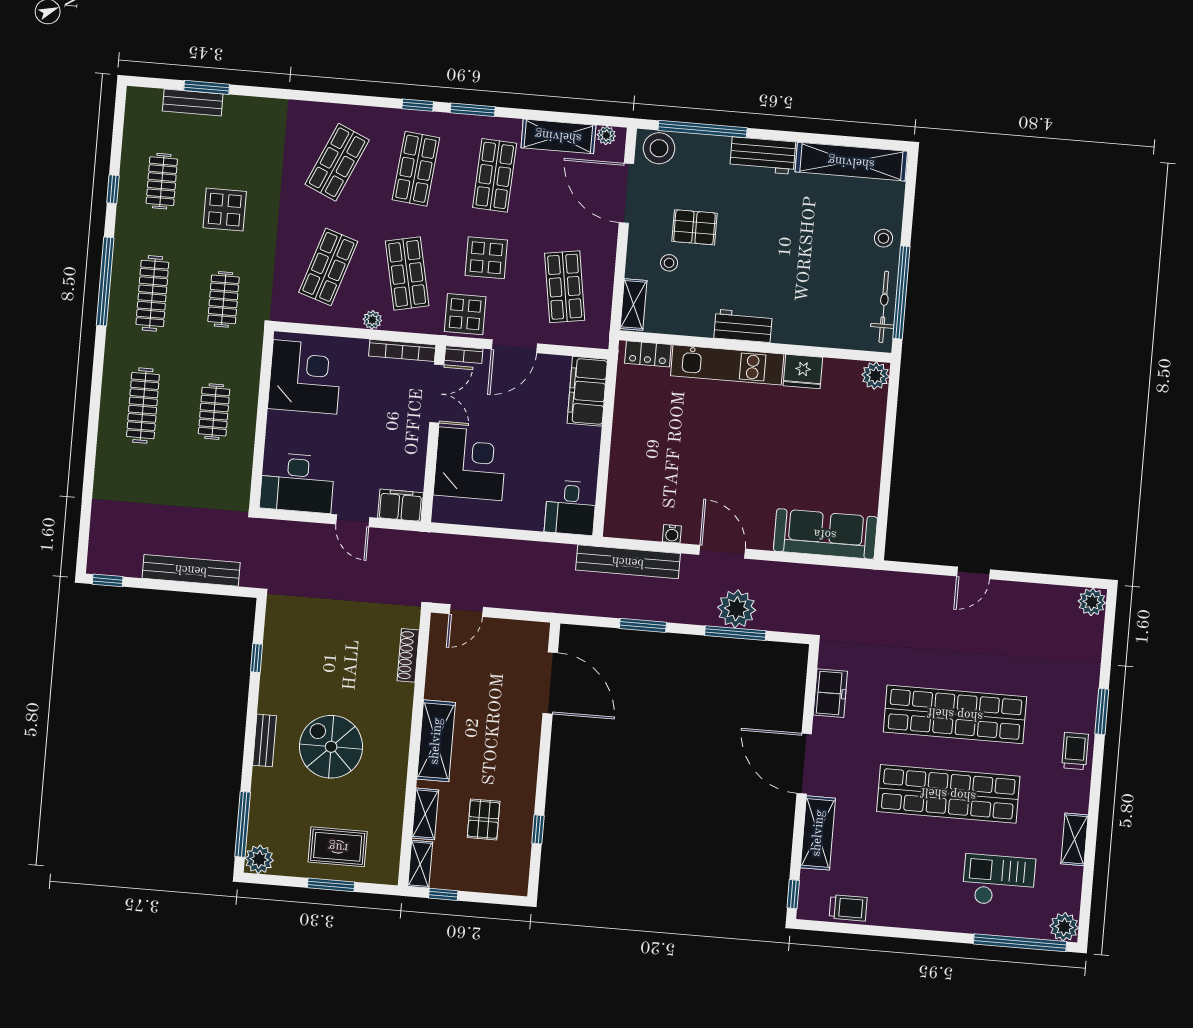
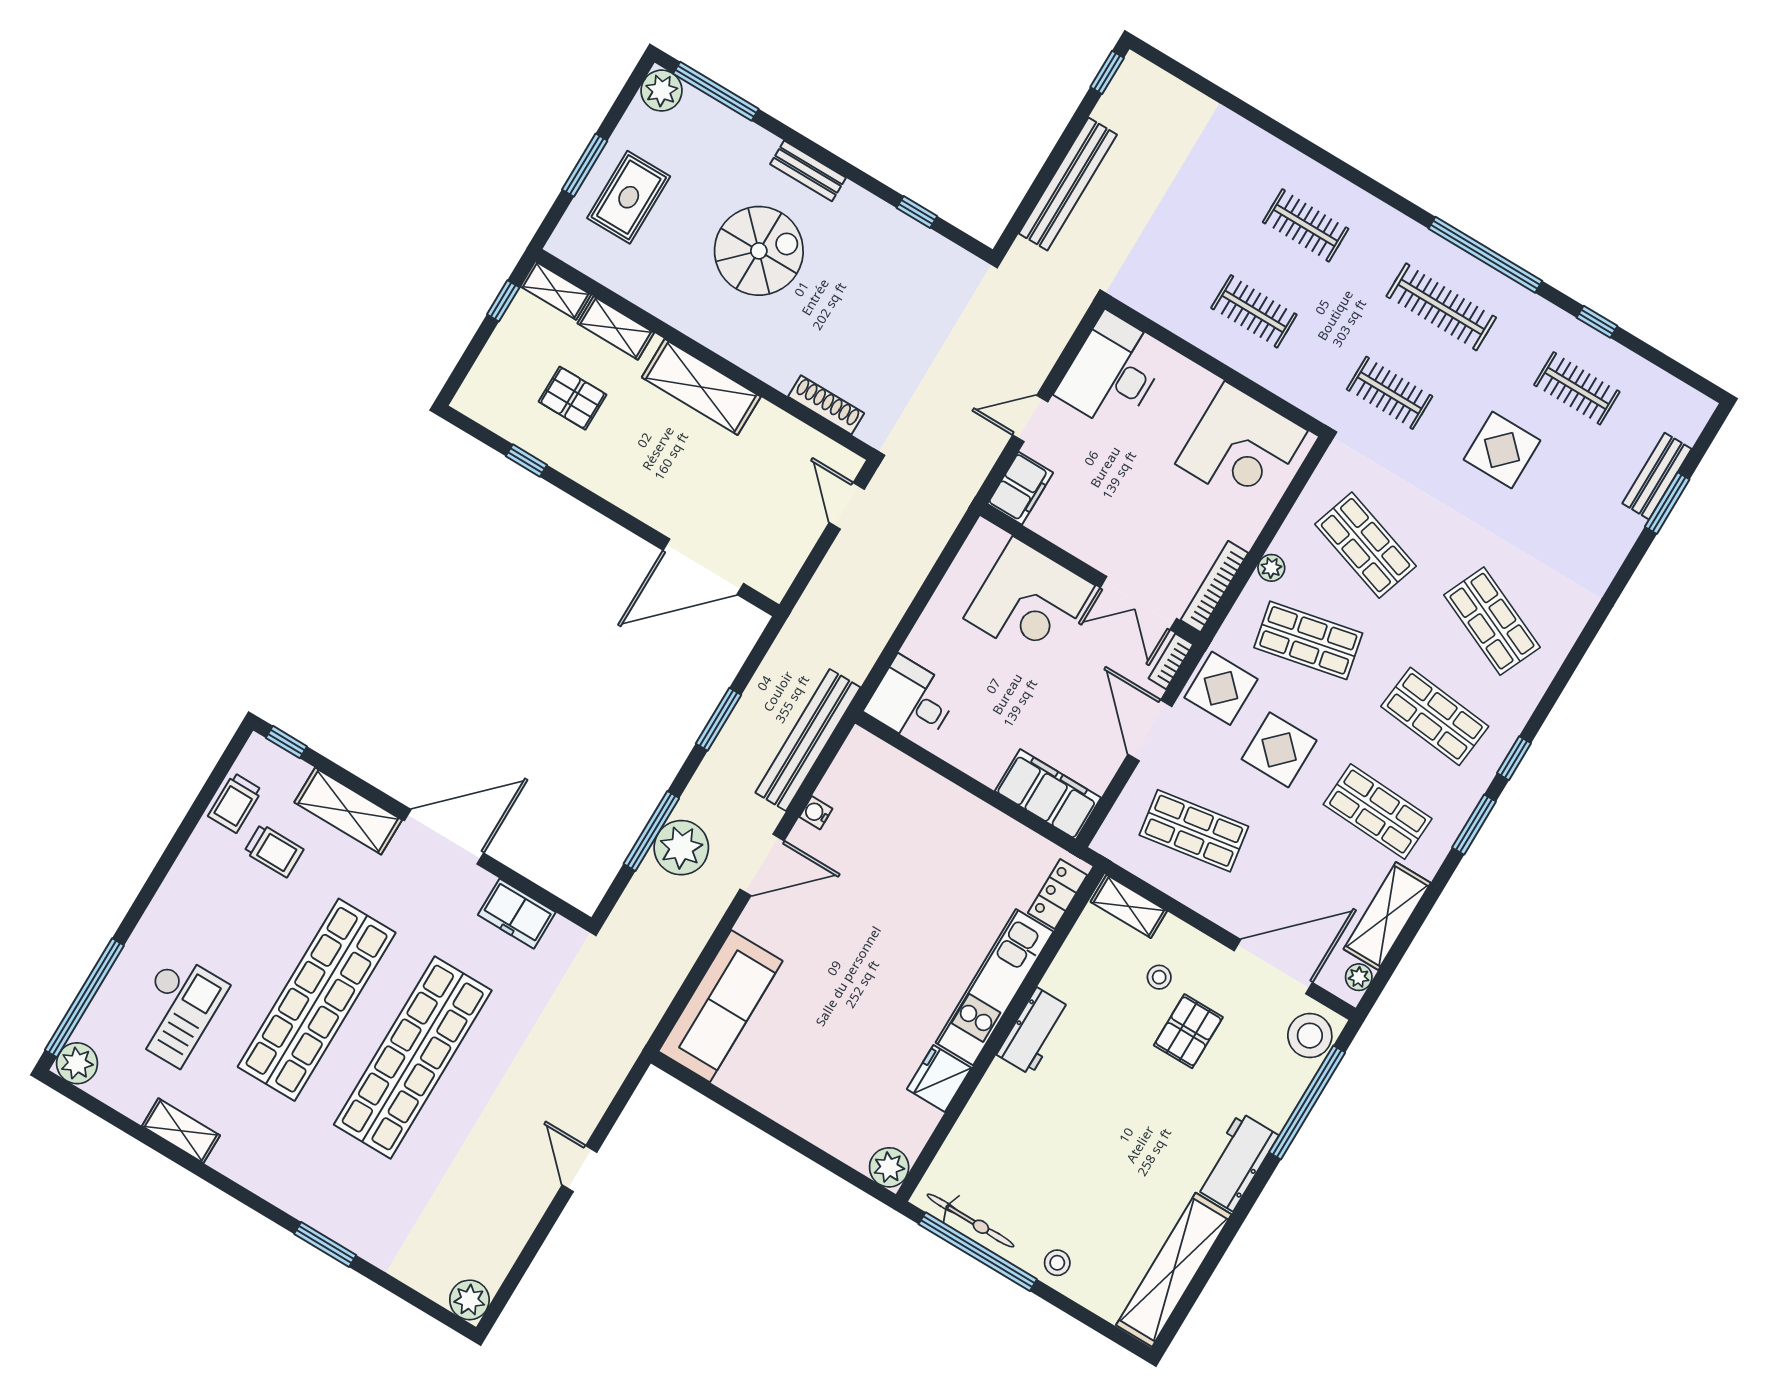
clothes rail: (143, 406) -> (1306, 225), width x0.73
trolley: (1075, 751) -> (274, 851), moved

